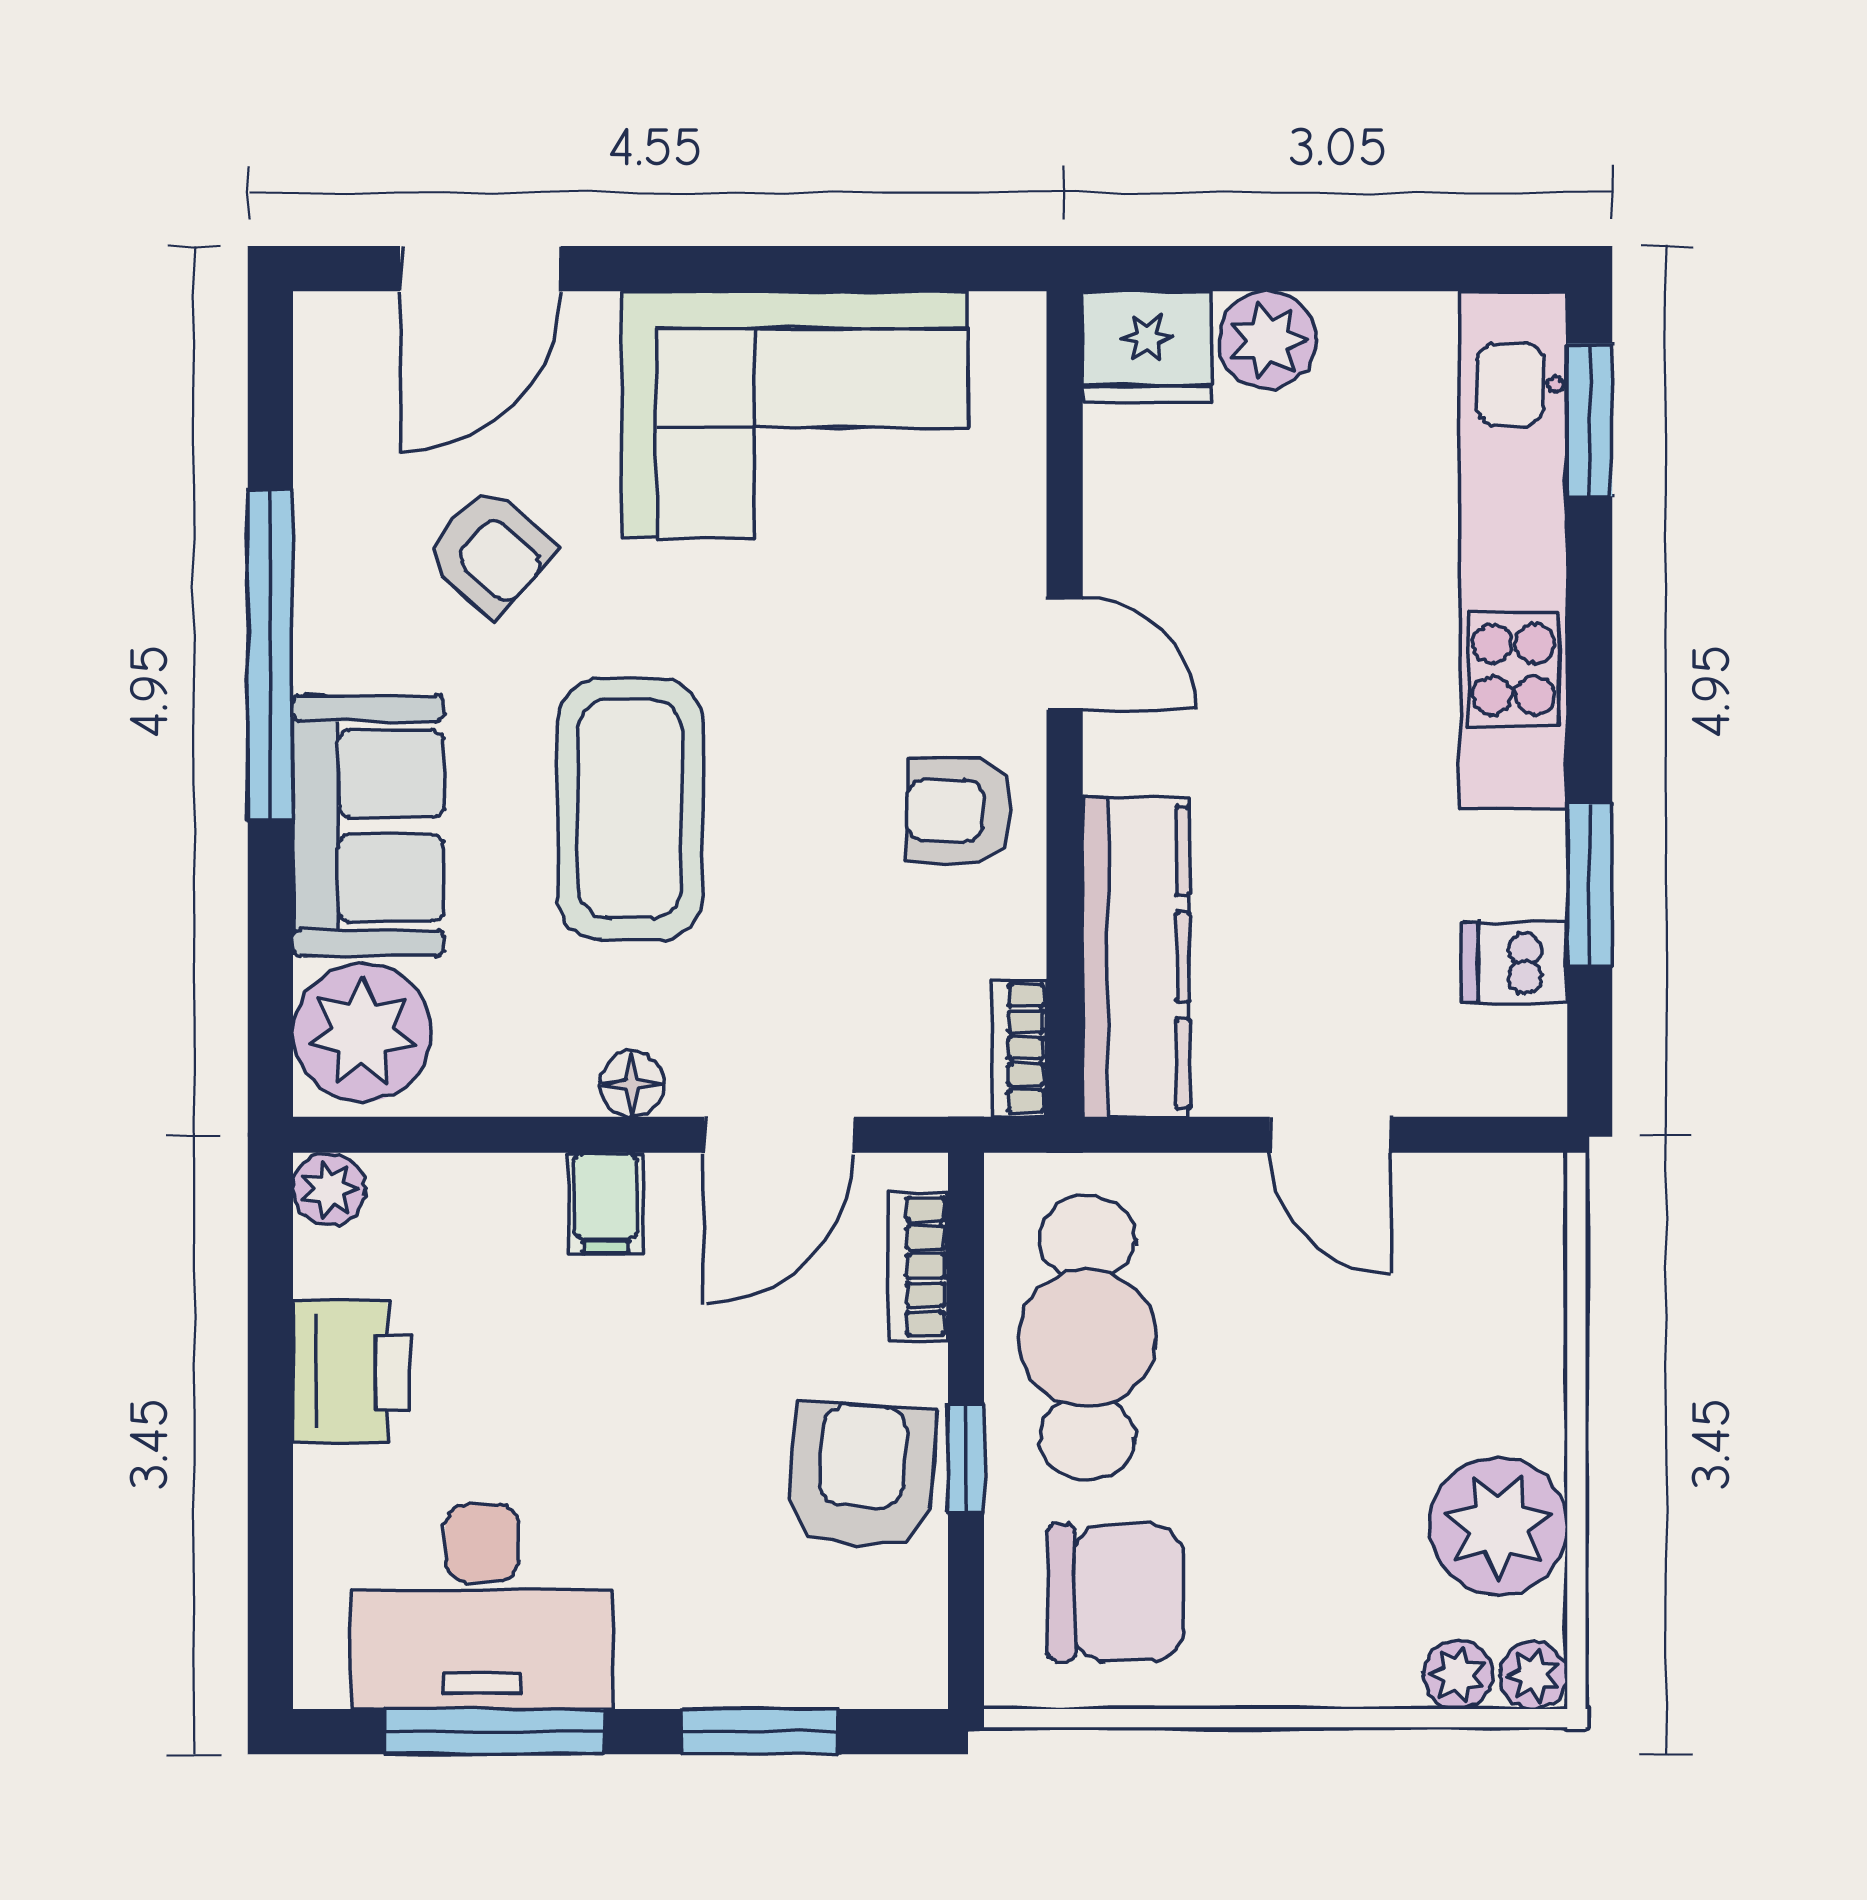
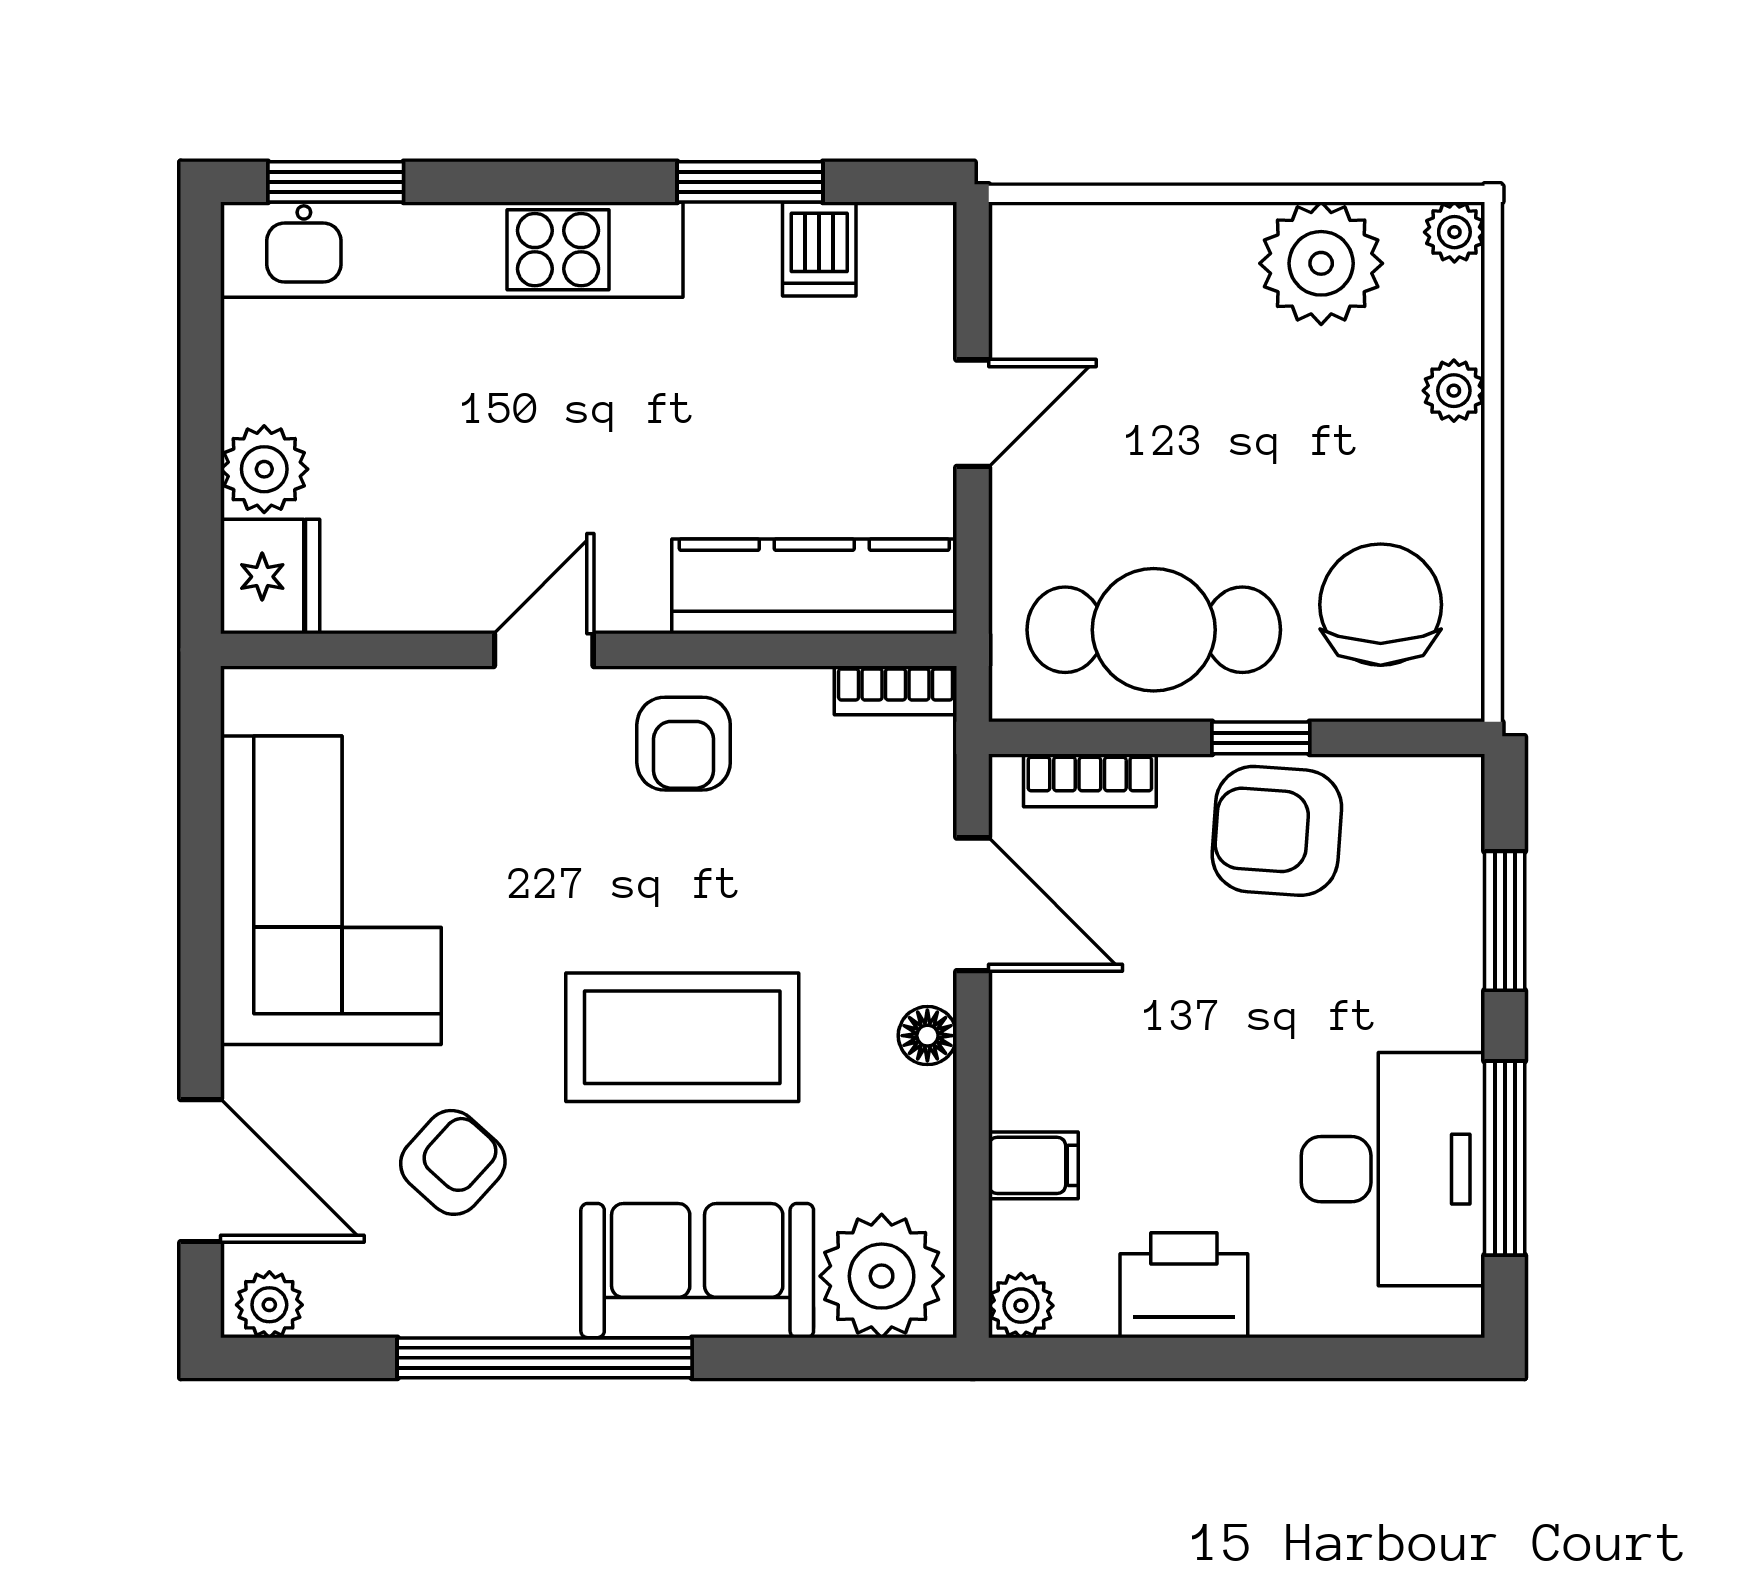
plant: (330, 346) -> (269, 1305), added
filing cabinet: (606, 1203) -> (1033, 1165), moved
plant: (1458, 1675) -> (1454, 391), moved

